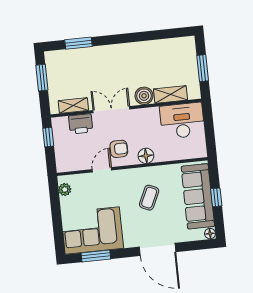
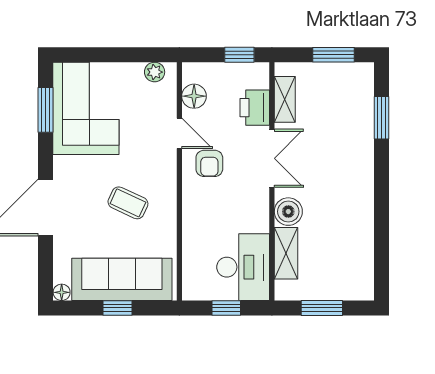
window: (209, 129) -> (226, 308), added
floor lamp: (146, 156) -> (194, 96), moved

